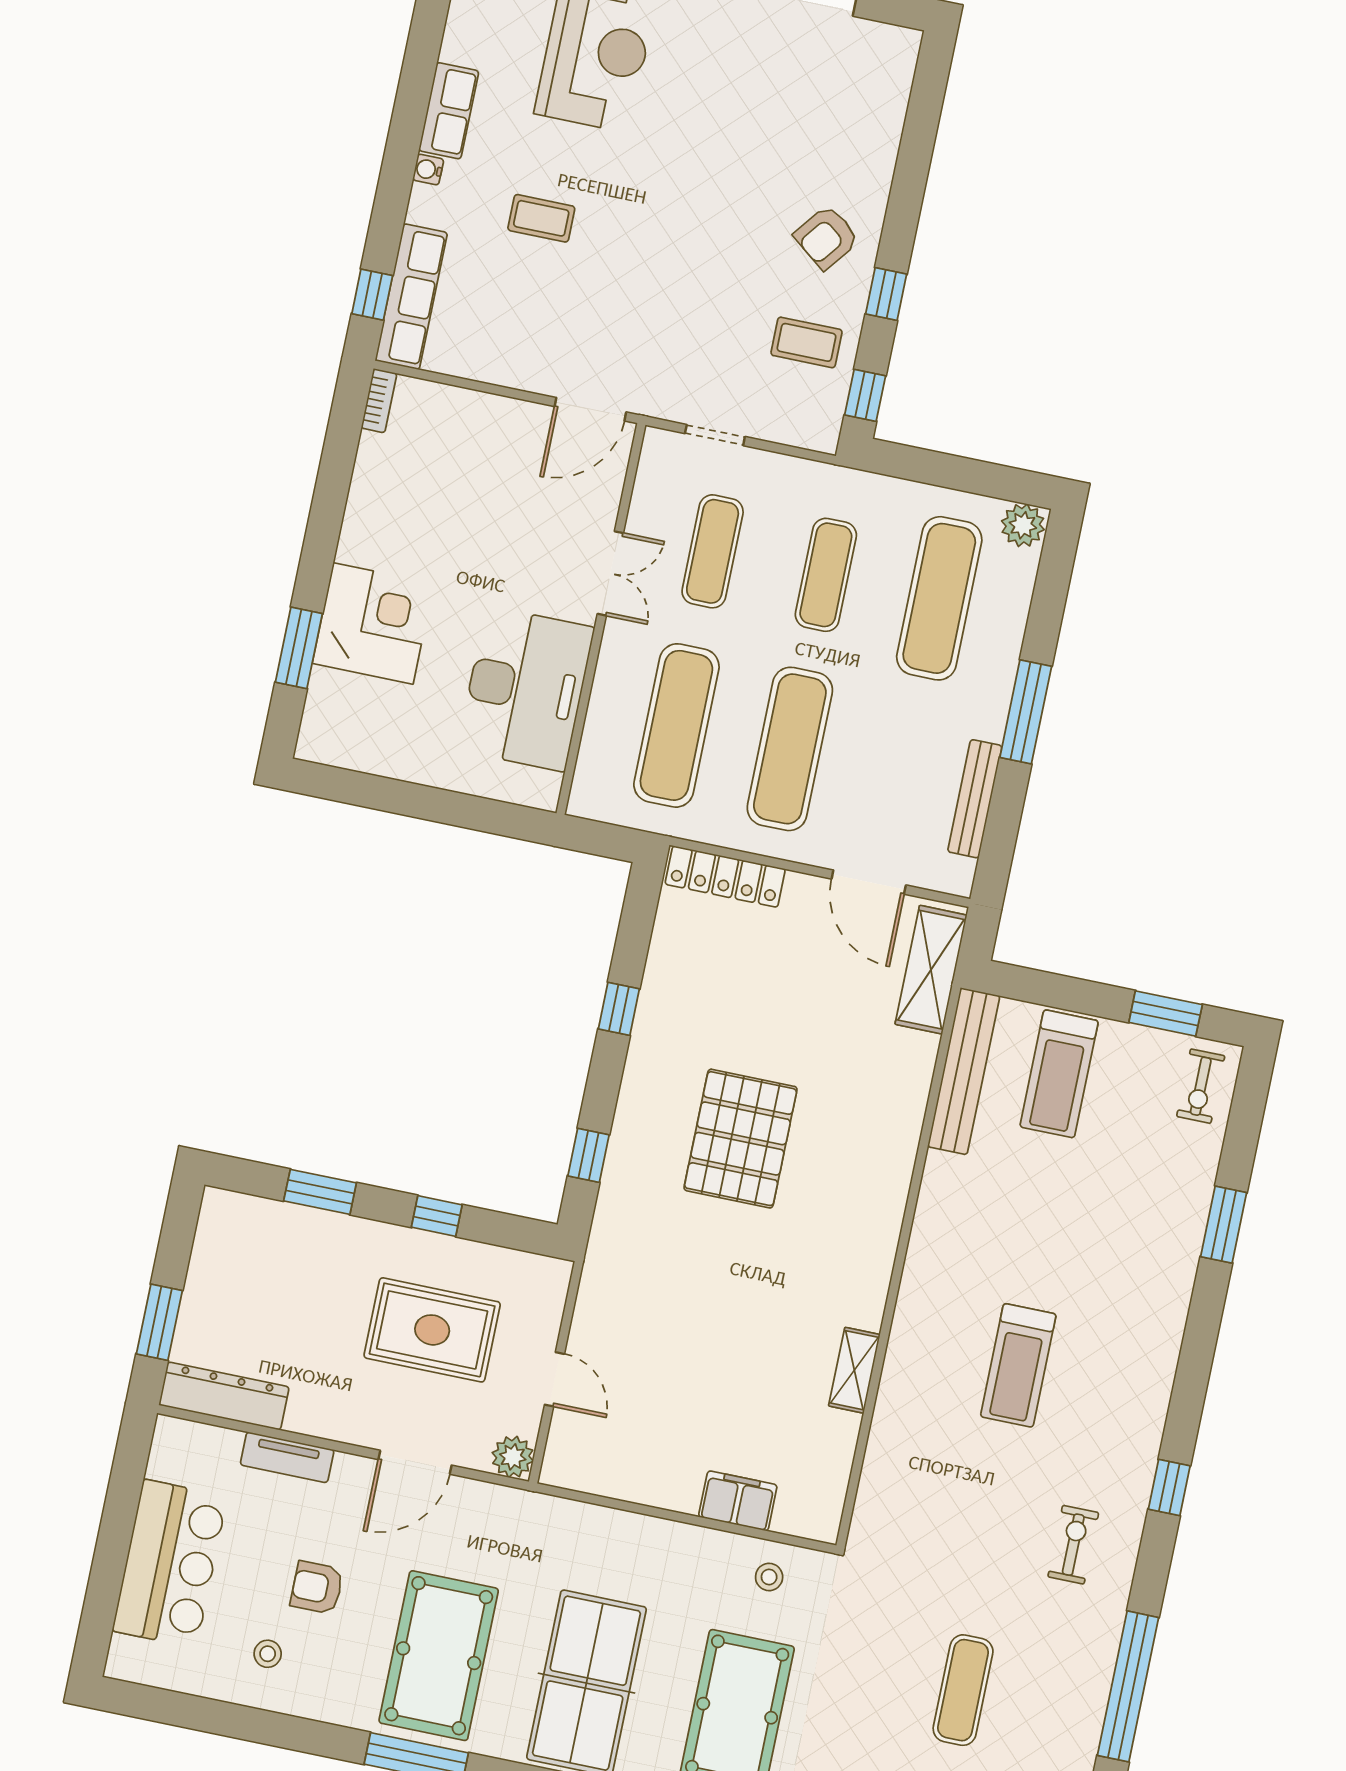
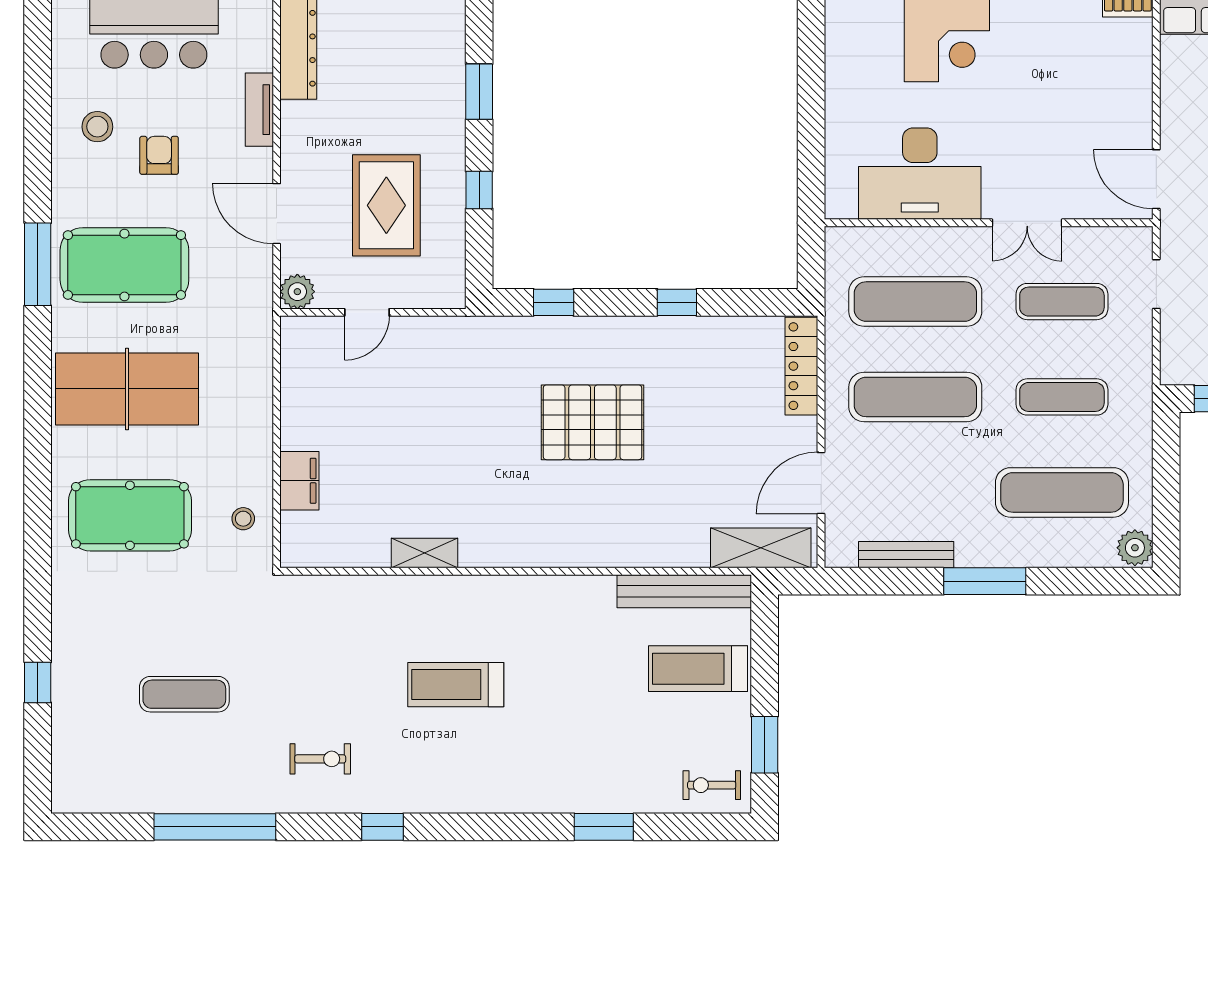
stool: (268, 1654) -> (97, 127), width x1.37, depth x1.37

